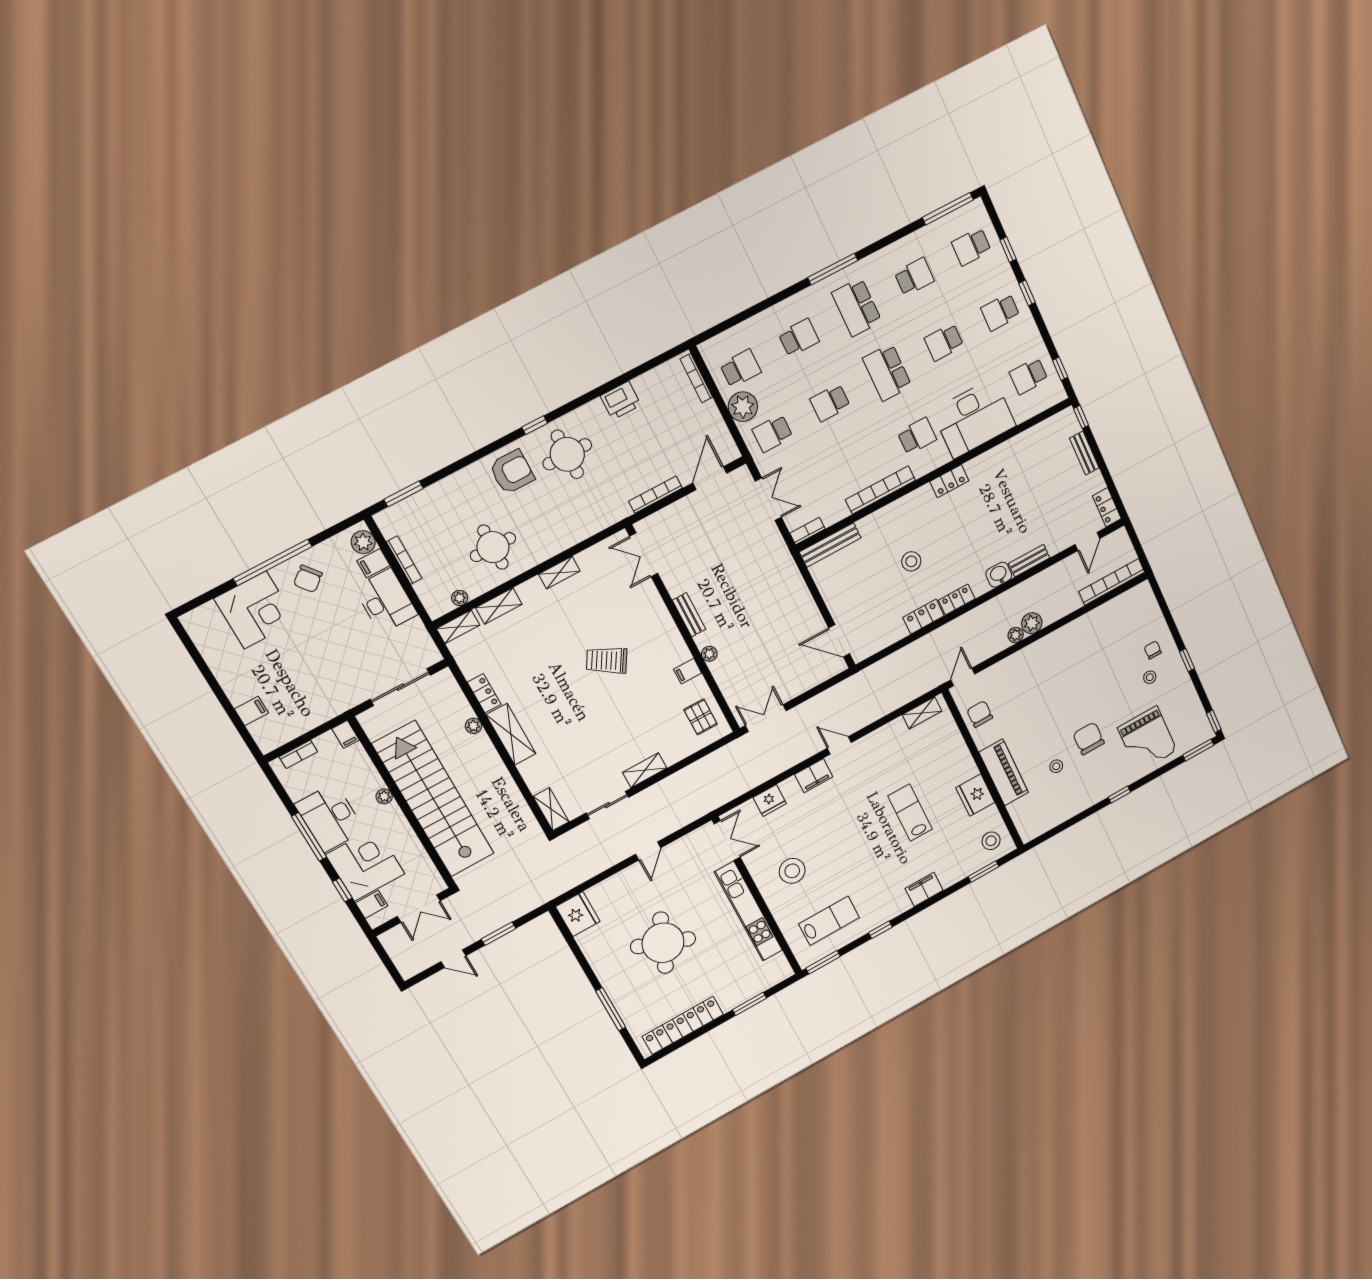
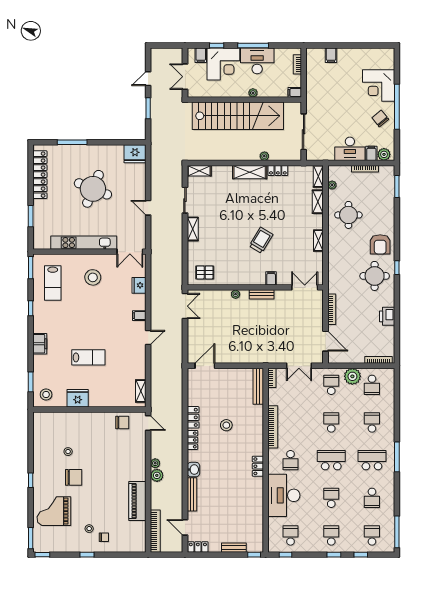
school desk: (799, 338) -> (372, 422), turned 180
bench: (1029, 561) -> (192, 494), width x1.36
filing cabinet: (688, 671) -> (271, 278), moved
piano: (1004, 772) -> (137, 501), moved, turned 90
filing cabinet: (814, 776) -> (139, 316), width x0.50

